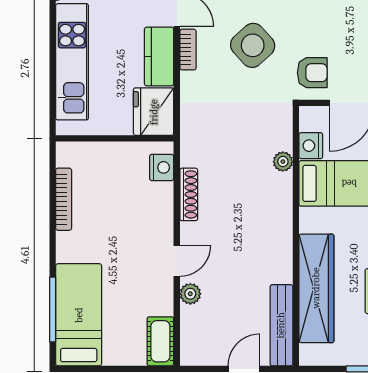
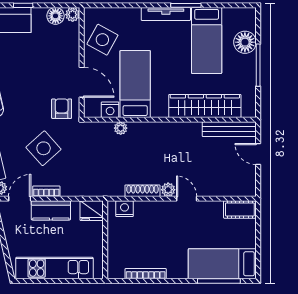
fridge: (154, 112) -> (92, 211), width x0.73, depth x0.75
plant: (190, 294) -> (168, 190), moved

